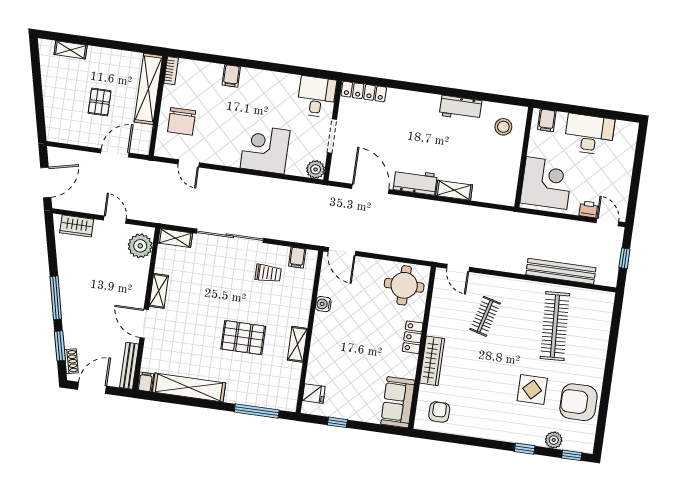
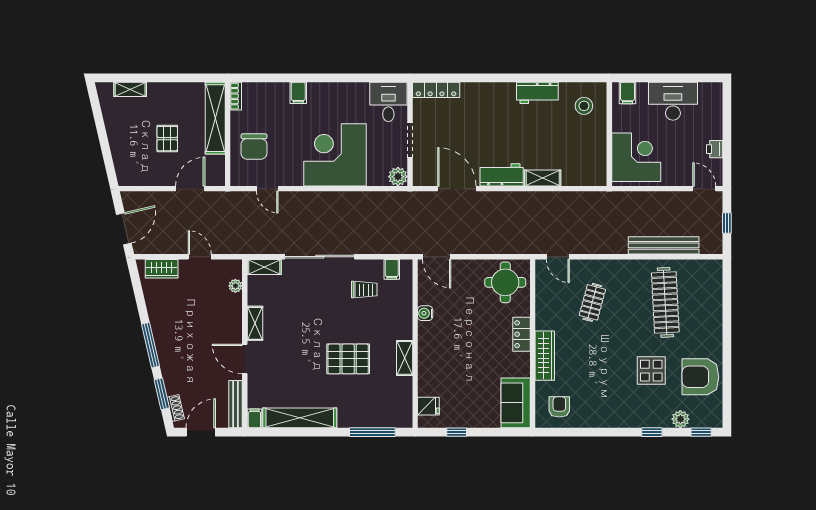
corner desk: (265, 149) -> (335, 155), width x1.36, depth x1.36
printer: (588, 209) -> (715, 149), moved, turned -90
plant: (140, 246) -> (235, 286), width x0.53, depth x0.53

